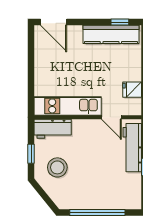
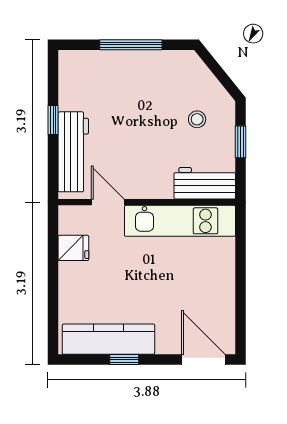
window: (120, 22) -> (124, 360), moved
stool: (57, 167) -> (197, 119), width x0.53, depth x0.53
window: (97, 212) -> (131, 45), width x0.68

